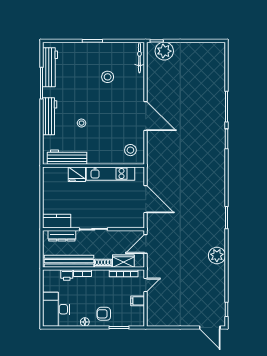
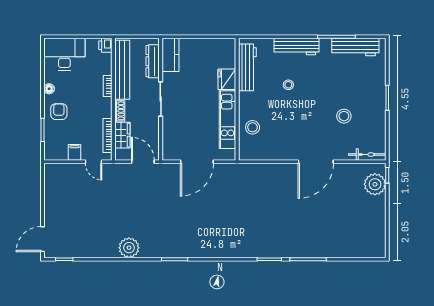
door: (146, 116) -> (316, 162), moved
stool: (130, 150) -> (253, 127), moved
printer: (67, 275) -> (105, 45), moved

